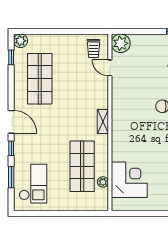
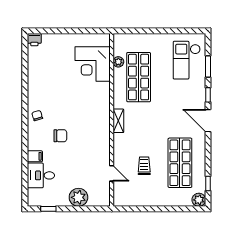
plant: (121, 43) -> (78, 197), moved
trolley: (93, 49) -> (144, 166), moved

